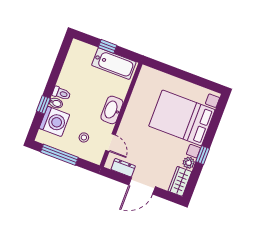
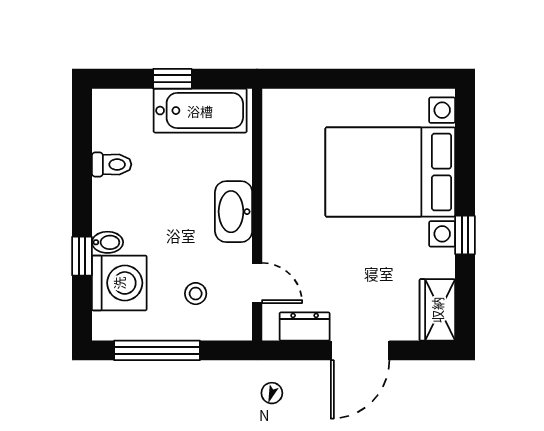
toilet: (61, 93) -> (112, 164), moved
plant: (189, 163) -> (441, 263), removed

